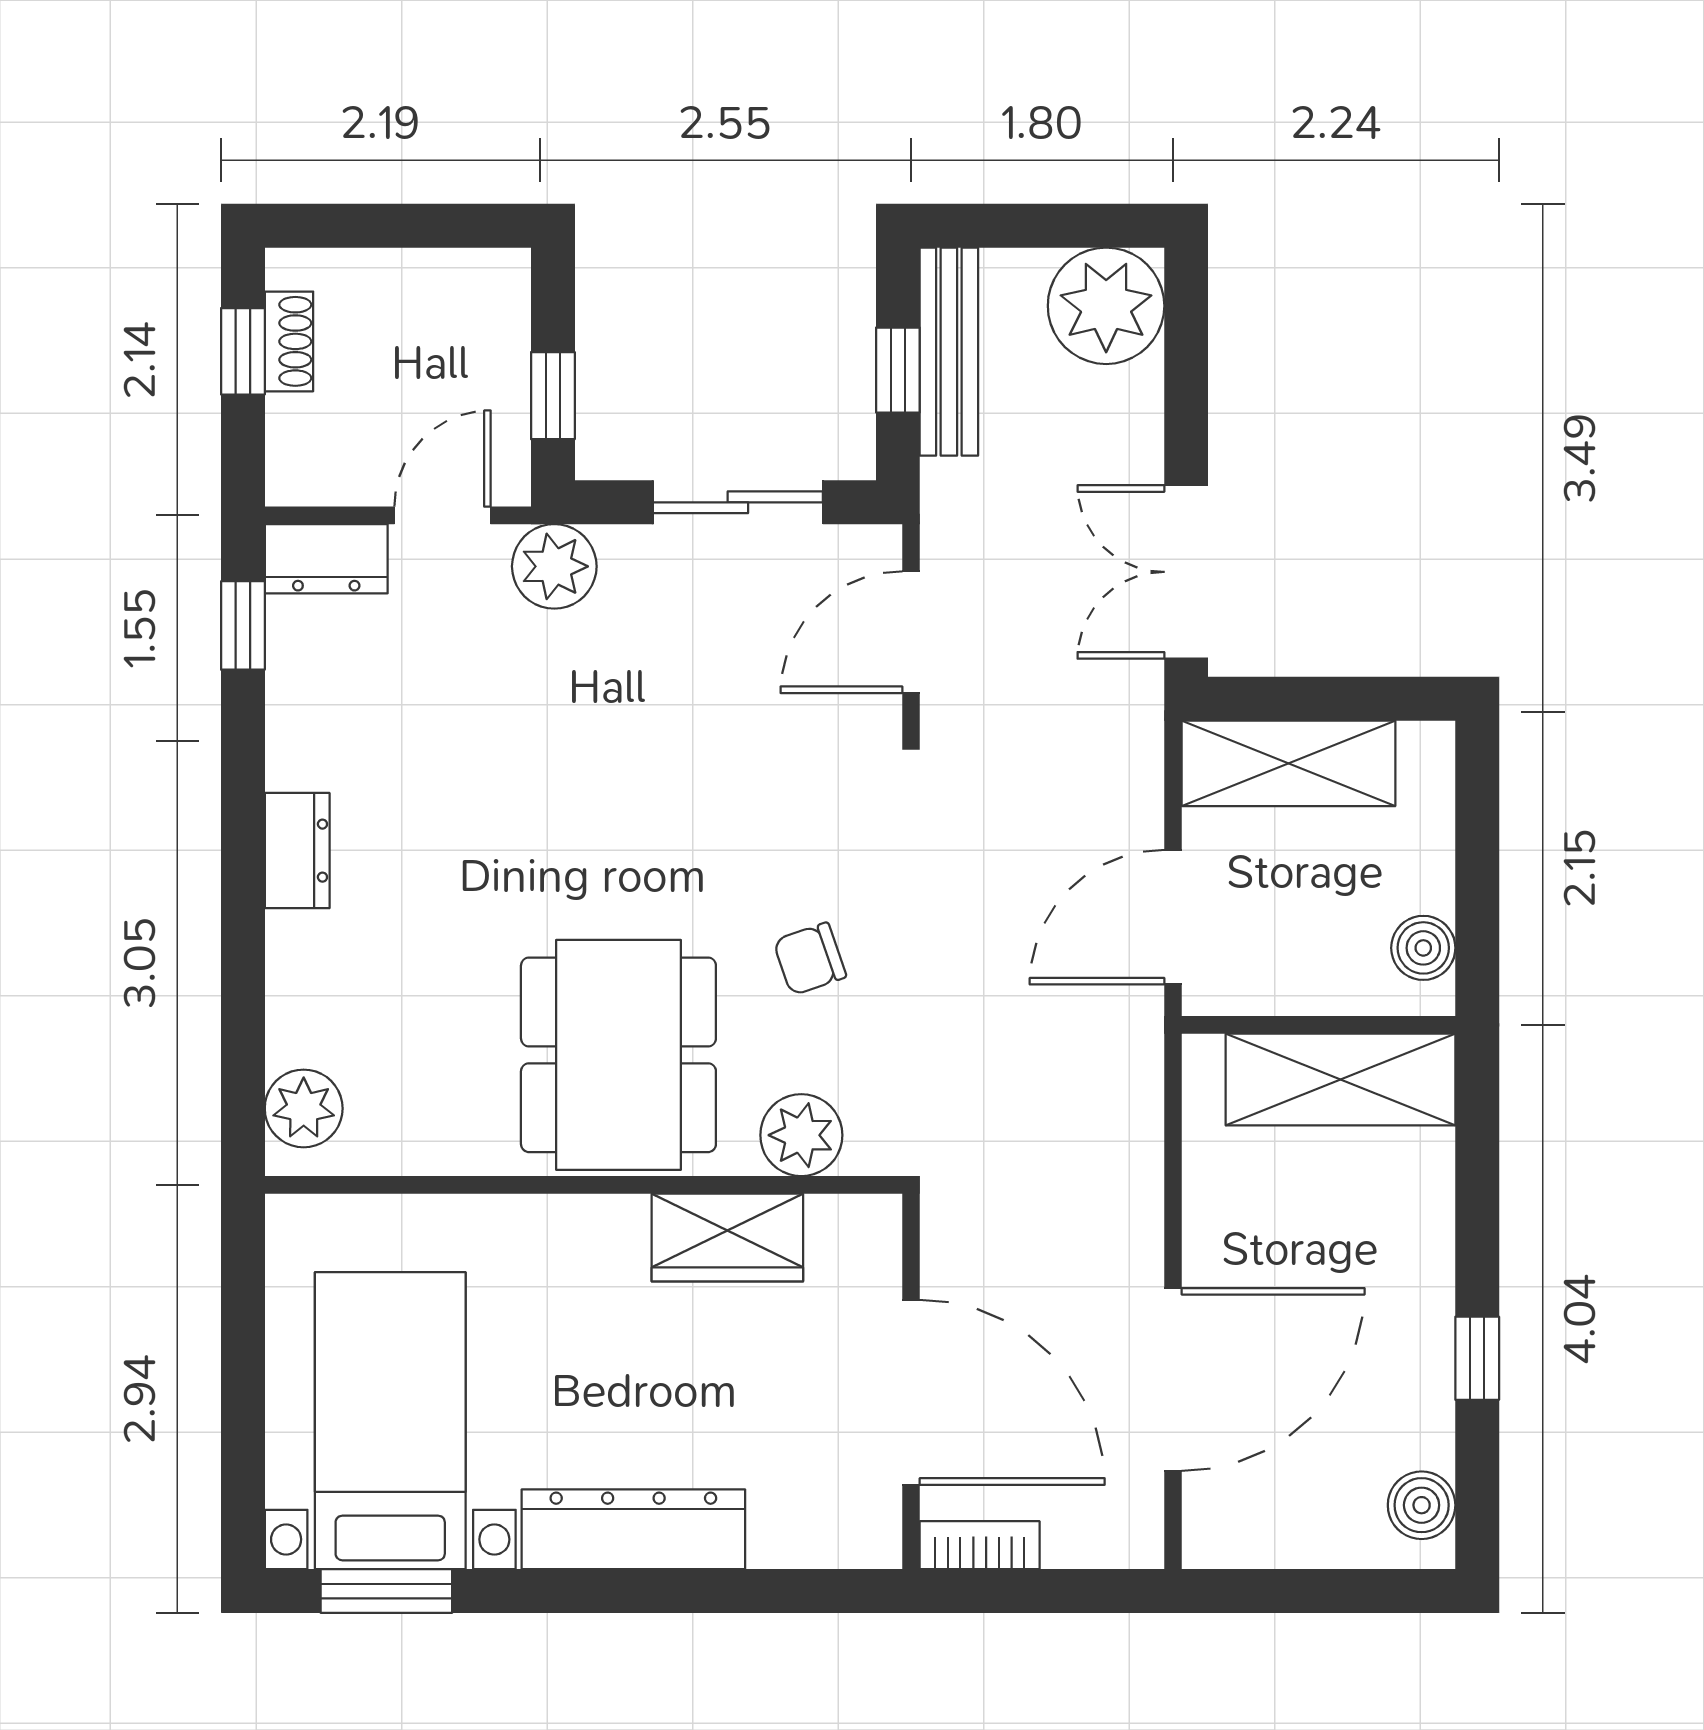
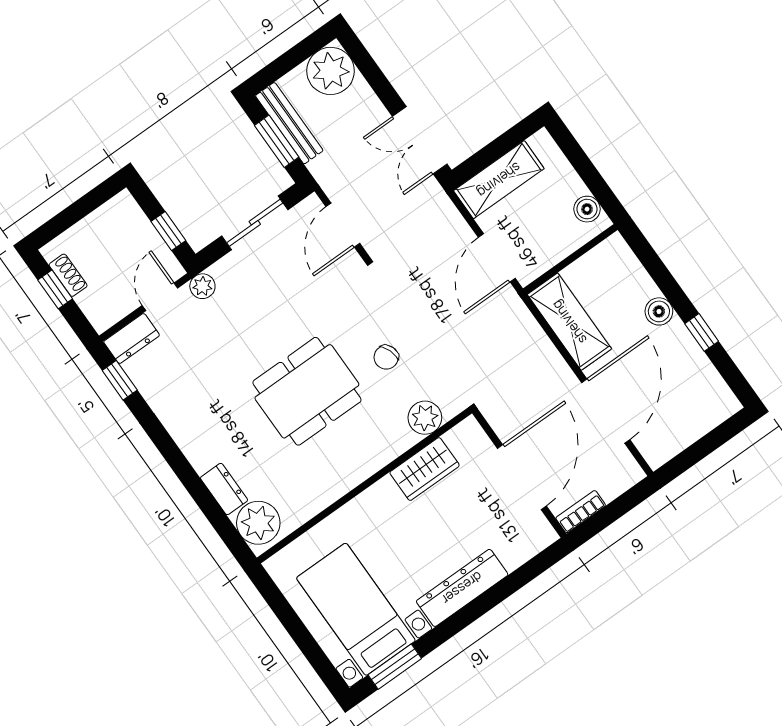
window: (898, 370) -> (277, 141), width x1.50
plant: (554, 566) -> (202, 286), width x0.73, depth x0.73
dresser: (297, 851) -> (224, 489), moved
dining table: (618, 1055) -> (307, 391), moved, turned 90
shelving: (1341, 1079) -> (569, 322), moved, turned 90
plant: (304, 1108) -> (258, 523), width x1.36, depth x1.36
door: (911, 1392) -> (522, 477), hinge flipped
boiler: (1422, 1505) -> (659, 311), moved

